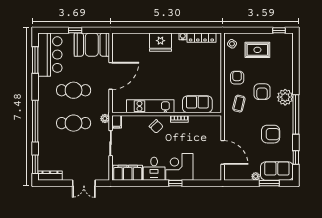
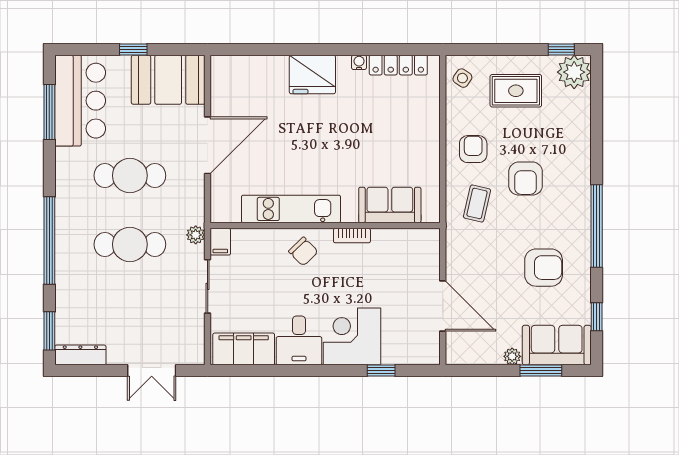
plant: (285, 97) -> (574, 72), moved
window: (175, 183) -> (381, 370), moved

